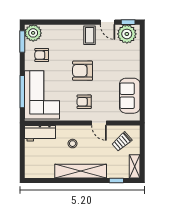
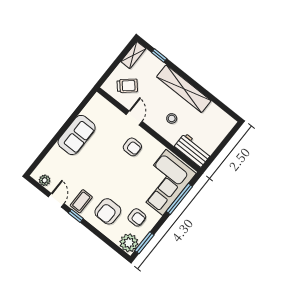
window: (128, 22) -> (76, 216), moved
plant: (127, 34) -> (45, 180), width x0.53, depth x0.53
armchair: (83, 71) -> (108, 211), moved, turned 90
sofa: (130, 96) -> (77, 135), moved

